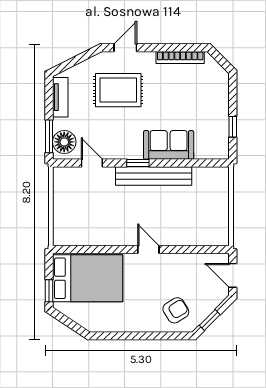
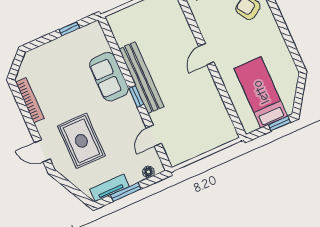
window: (49, 136) -> (126, 192), moved
floor lamp: (64, 142) -> (148, 172), width x0.53, depth x0.53
bed: (88, 278) -> (261, 92), width x0.67

